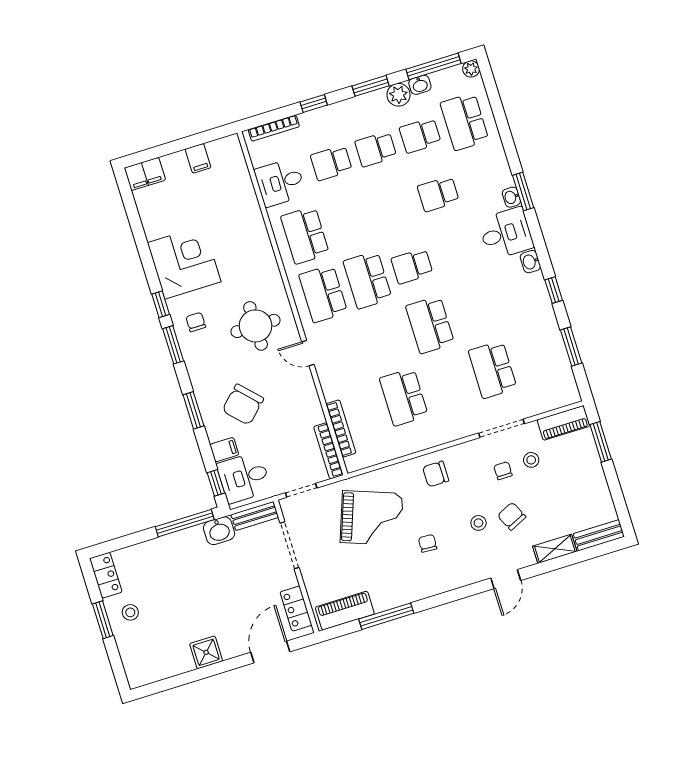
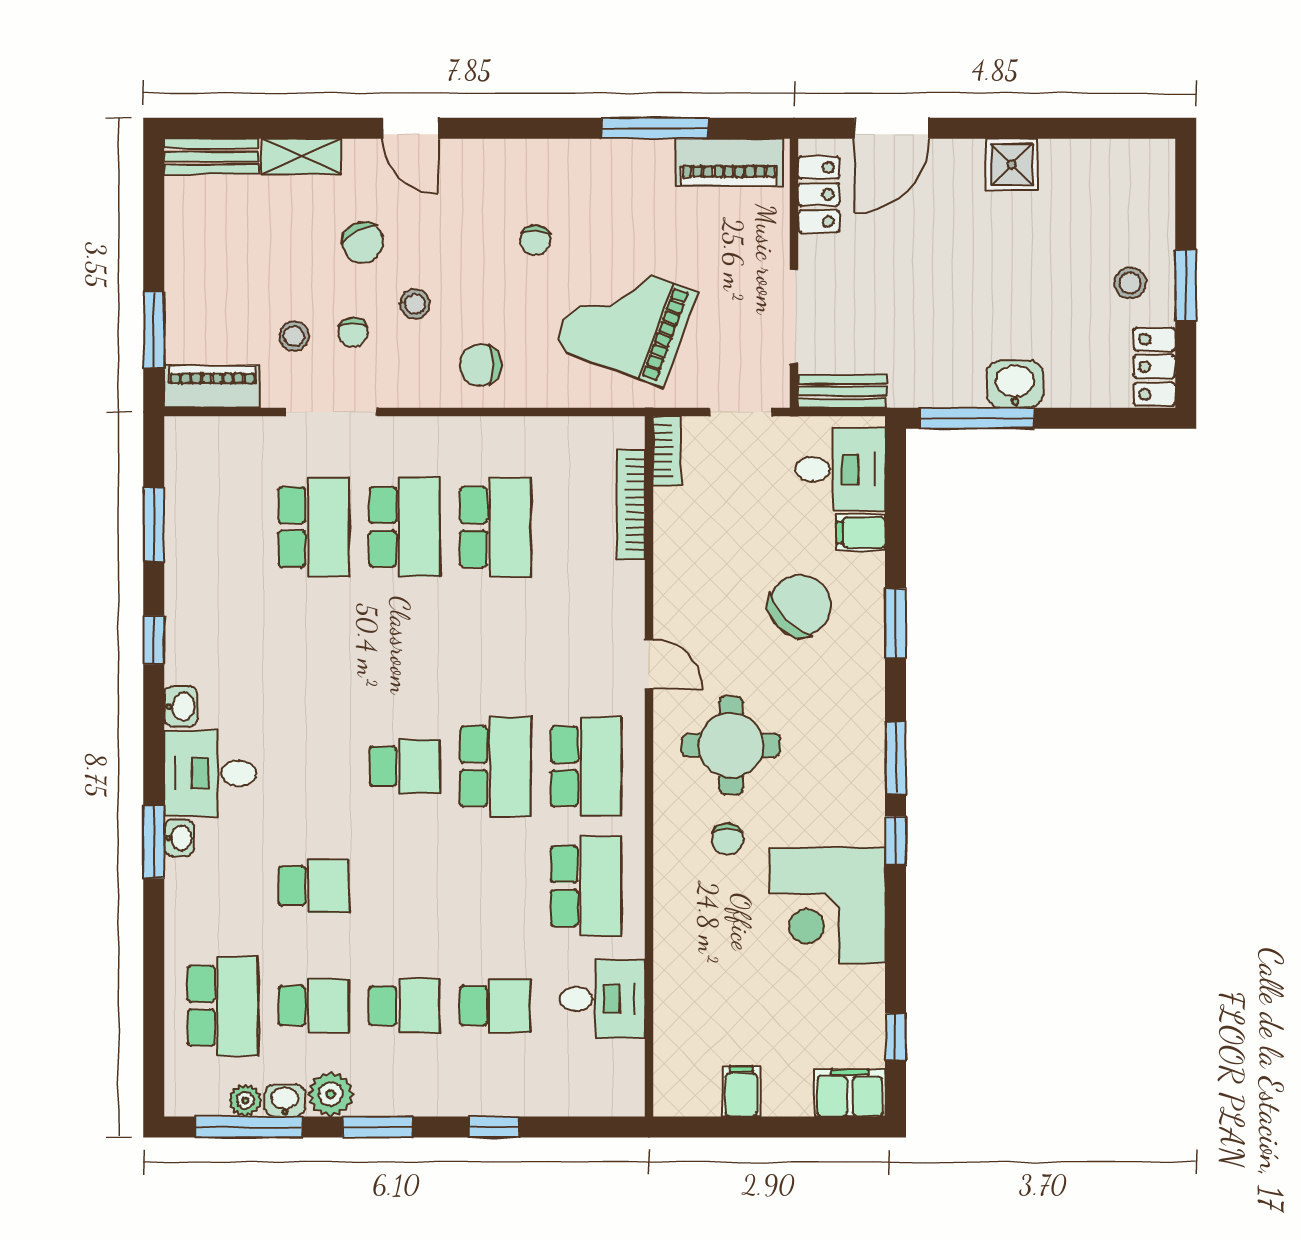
plant: (471, 69) -> (245, 1100), moved
bookcase: (274, 128) -> (583, 1104), removed
chair: (196, 322) -> (727, 839), moved
school desk: (430, 325) -> (405, 527), moved
bookcase: (328, 451) -> (667, 451), width x0.64
chair: (436, 474) -> (480, 365), turned 180
window: (216, 483) -> (896, 1037), moved
stool: (478, 523) -> (415, 304), moved
washbasin: (219, 531) -> (1015, 384), moved
door: (506, 579) -> (410, 128), swing flipped

